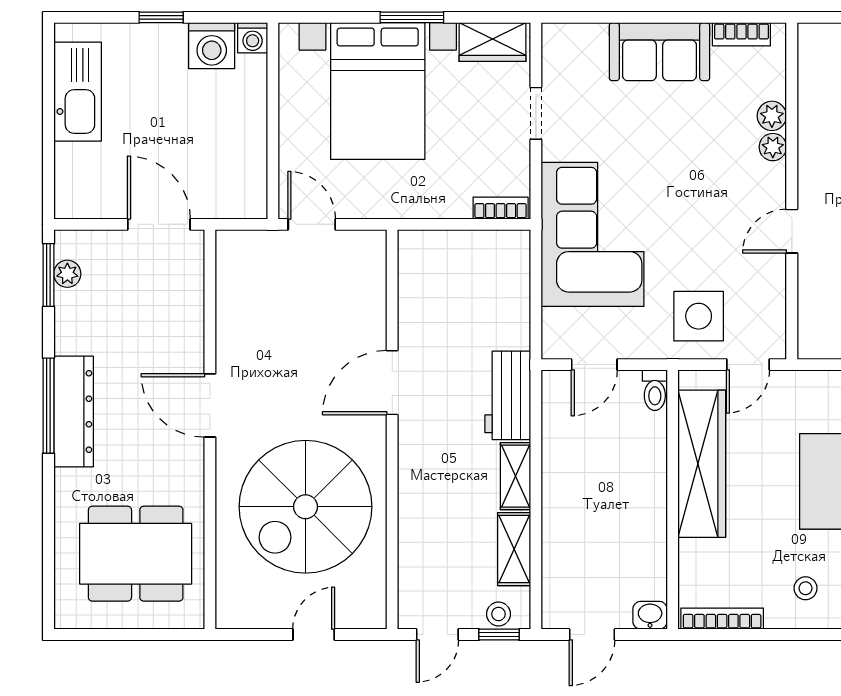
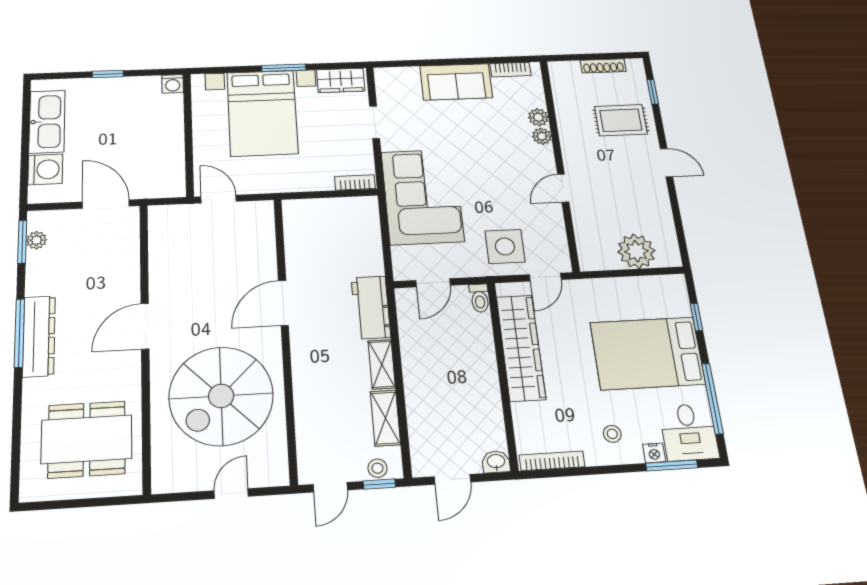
washing machine: (212, 46) -> (45, 169), moved, turned -90
door: (210, 405) -> (145, 326), hinge flipped

